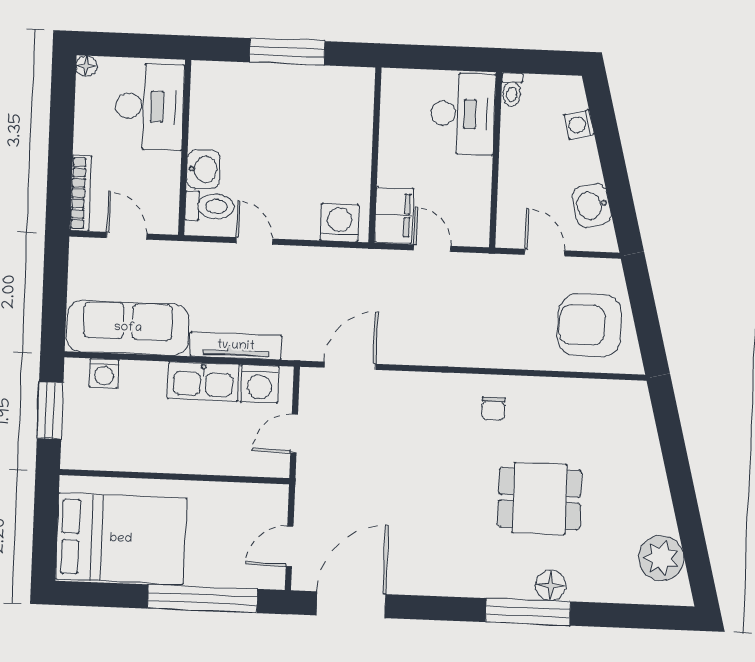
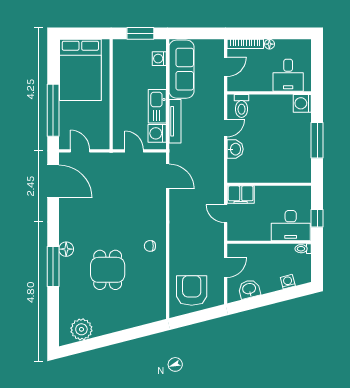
window: (450, 58) -> (317, 218), added
floor lamp: (86, 66) -> (269, 44), moved
desk: (149, 106) -> (288, 75), width x0.73
washbasin: (203, 169) -> (235, 149), moved, turned -90
washing machine: (340, 223) -> (302, 103), moved, turned 180
door: (432, 248) -> (226, 214), swing flipped
floor lamp: (551, 585) -> (66, 249), moved

